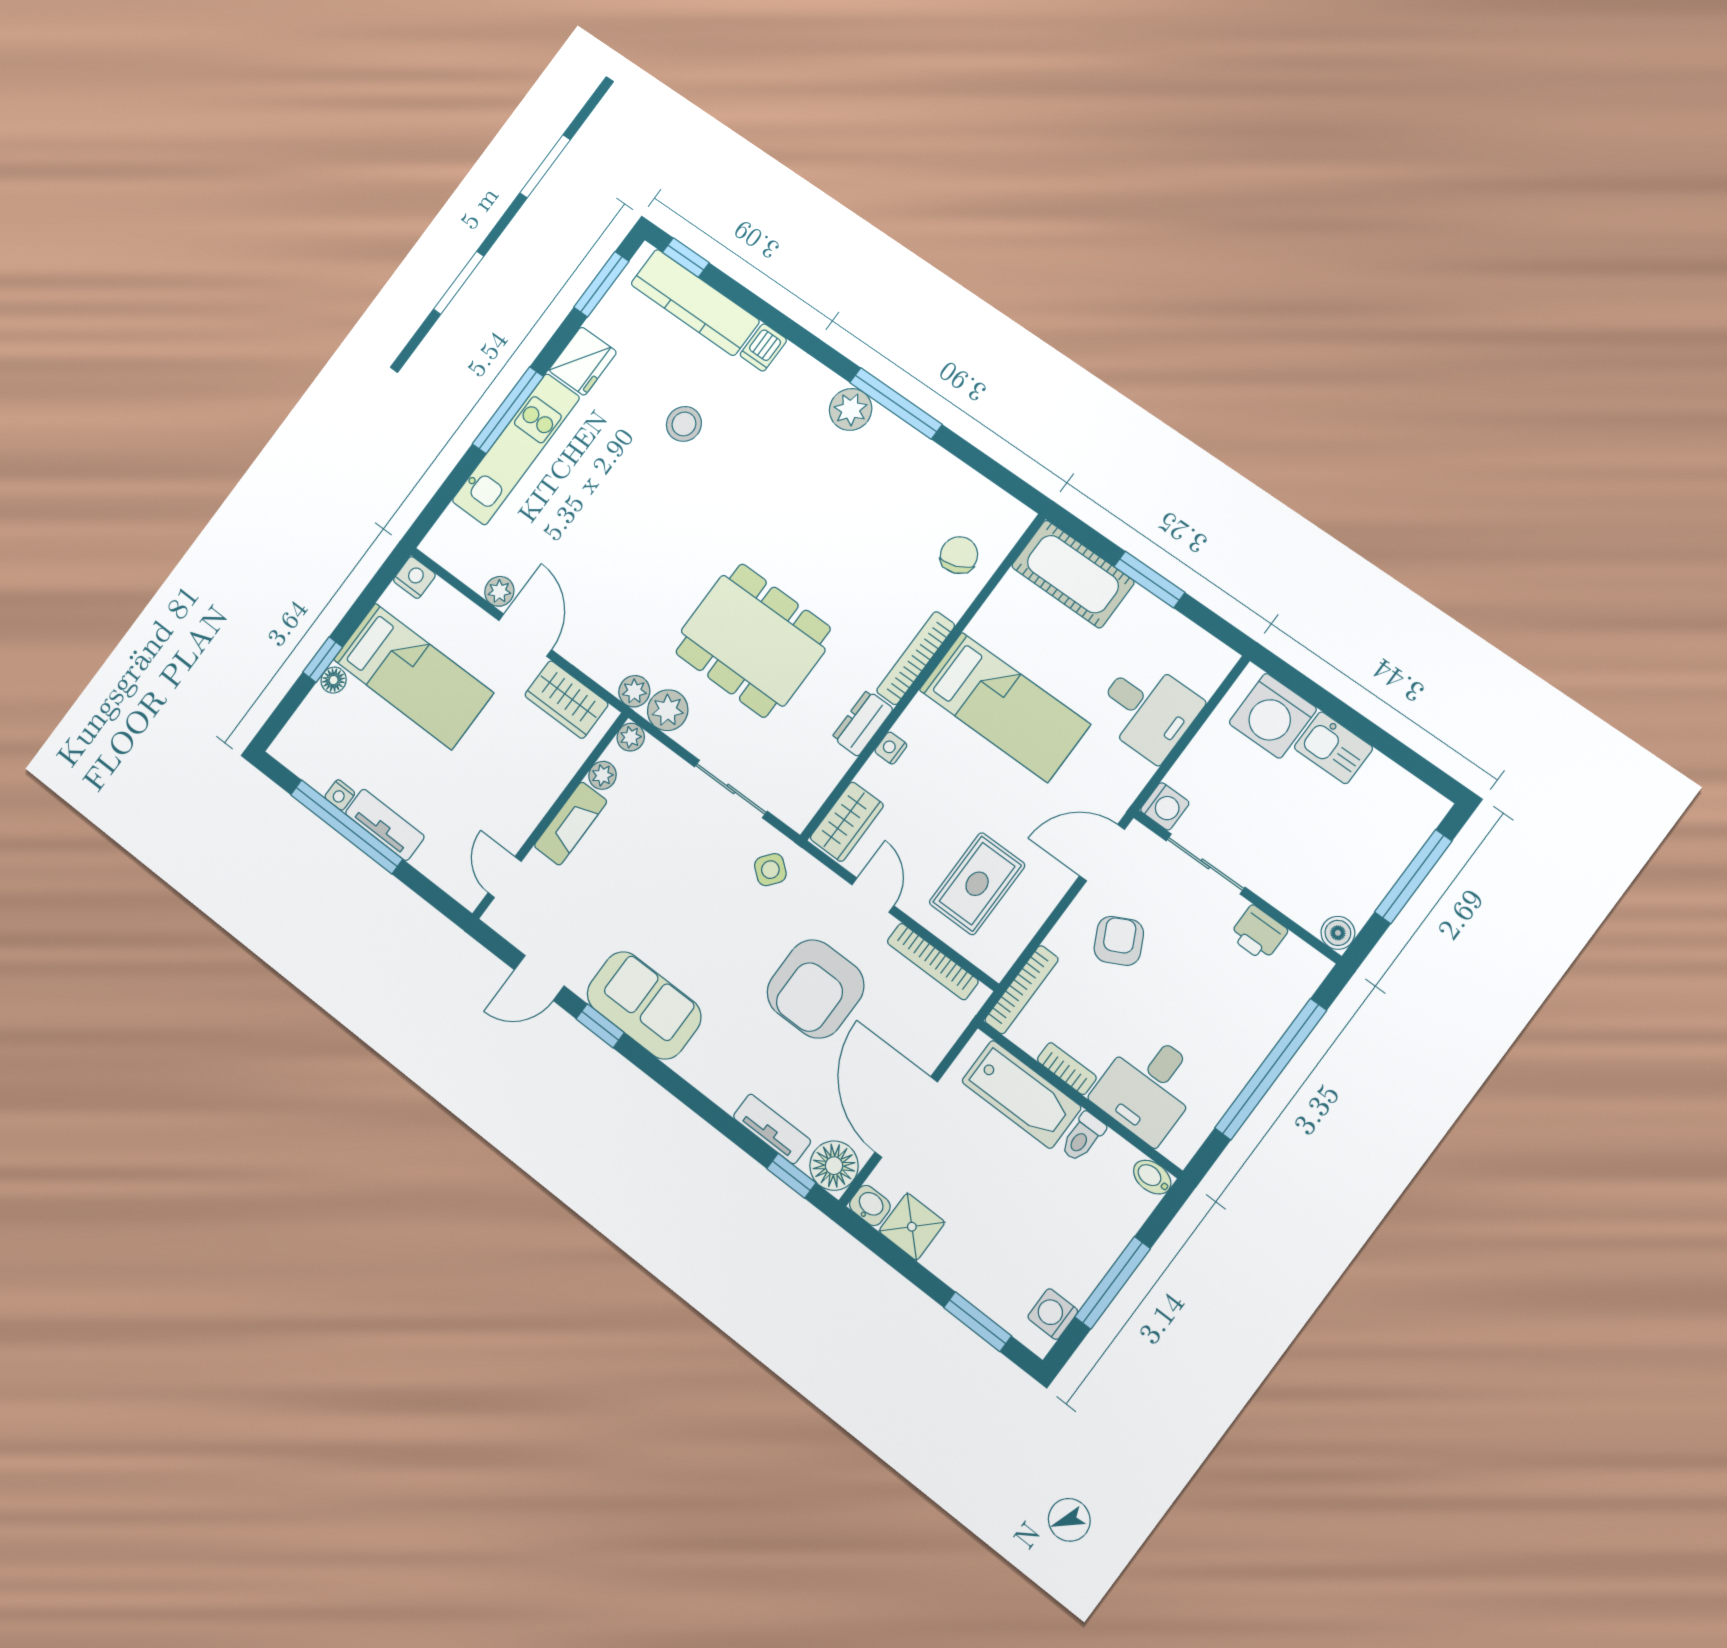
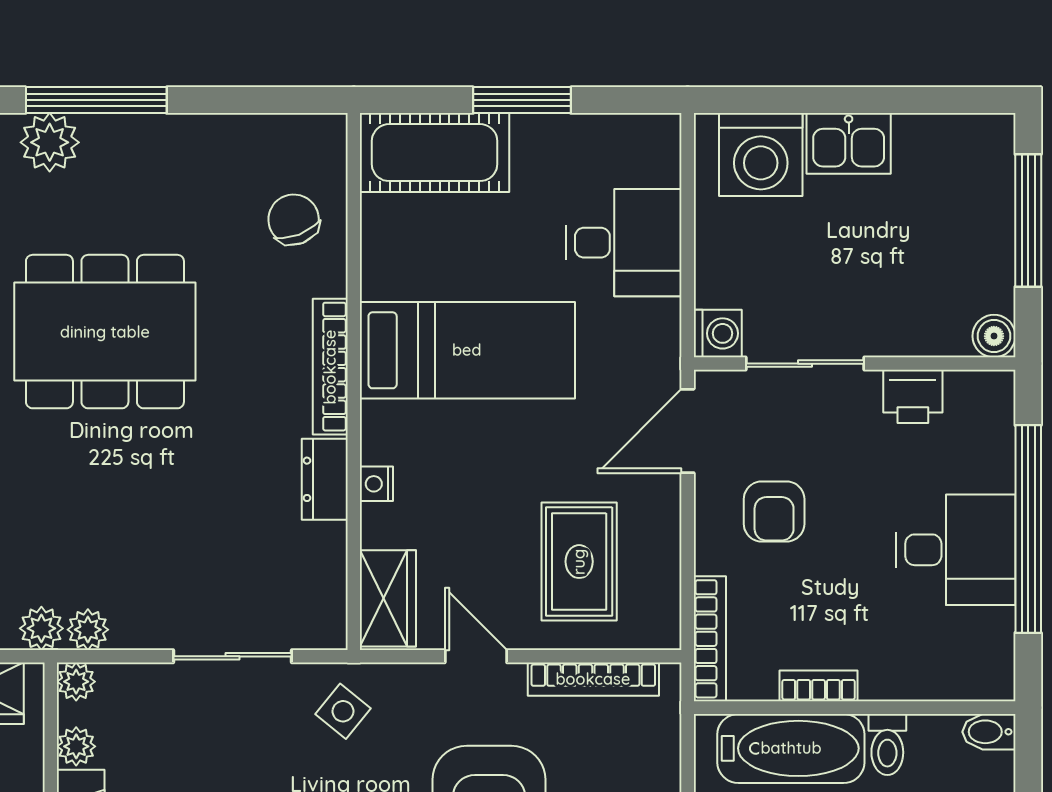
dining table: (753, 640) -> (105, 332), moved
plant: (668, 710) -> (88, 630), width x0.73, depth x0.73
armchair: (1119, 941) -> (774, 511), turned -153
desk: (1148, 1087) -> (956, 550), moved, turned -90

